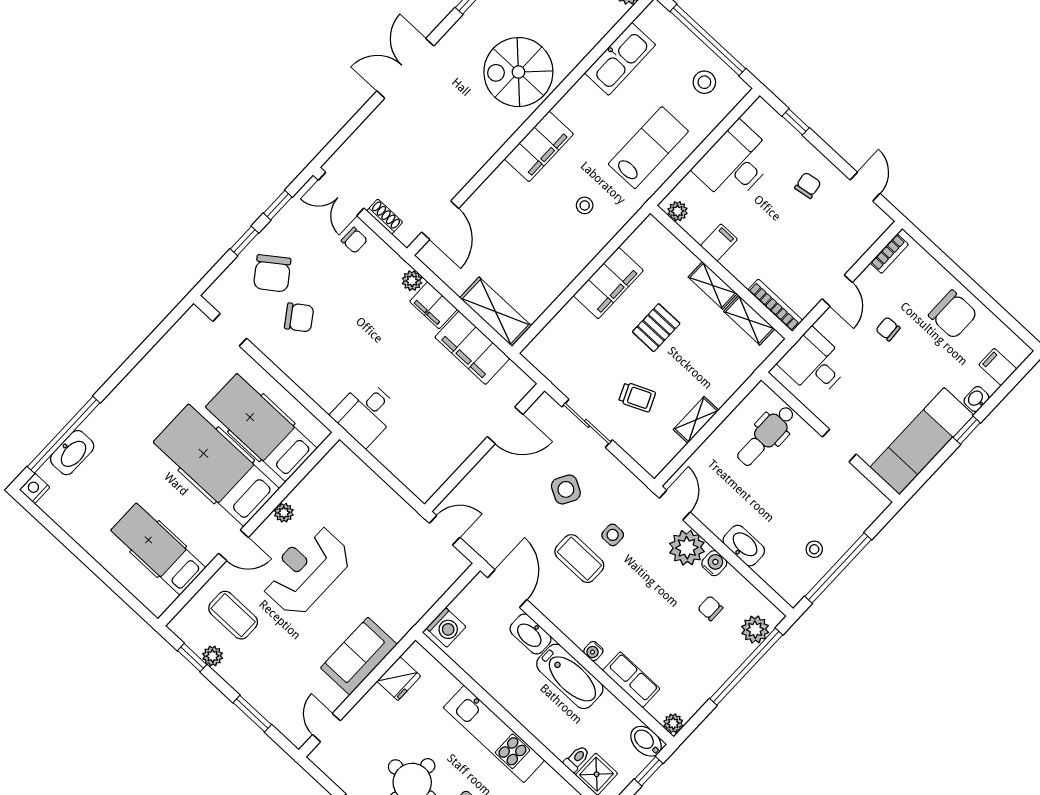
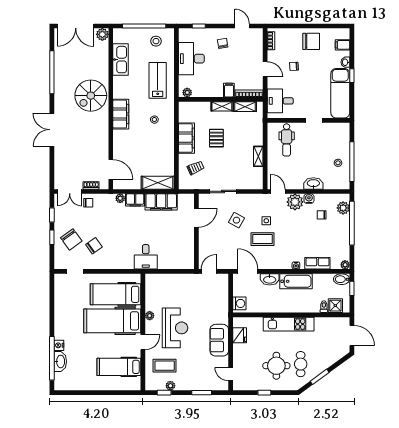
filing cabinet: (719, 242) -> (229, 90), moved
trolley: (637, 397) -> (196, 168), moved
nightstand: (35, 488) -> (59, 345), moved
reception desk: (306, 570) -> (175, 328), turned 180

